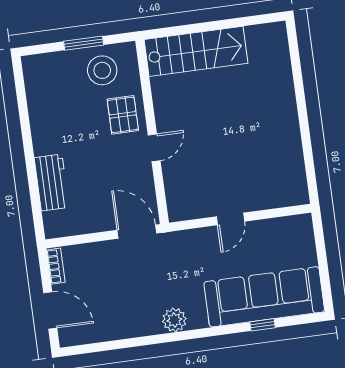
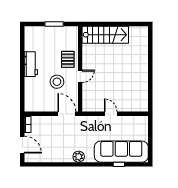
stool: (102, 70) -> (57, 82), moved
workbench: (52, 183) -> (31, 64), moved
door: (231, 219) -> (111, 114), swing flipped

